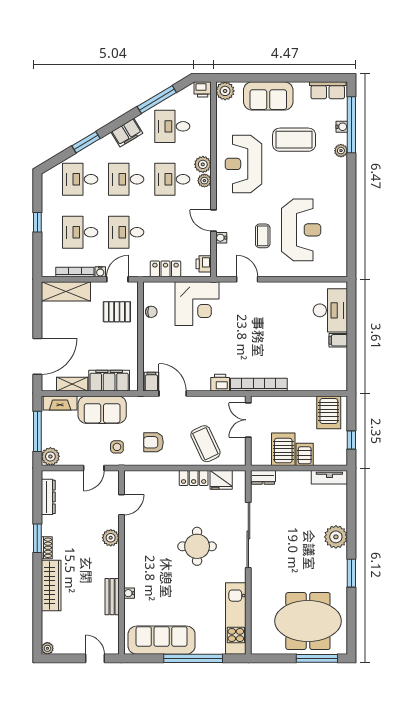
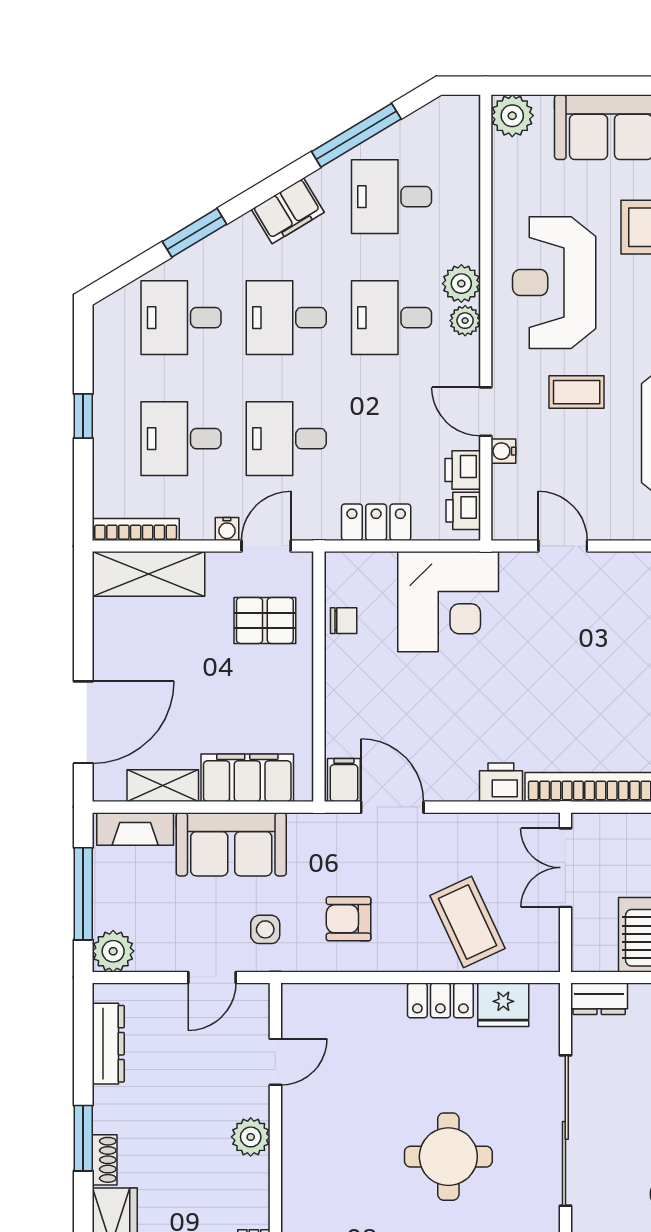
printer: (203, 89) -> (463, 470), moved, turned 90
coffee table: (263, 236) -> (577, 392), moved, turned 90
bookcase: (75, 272) -> (136, 529), moved

